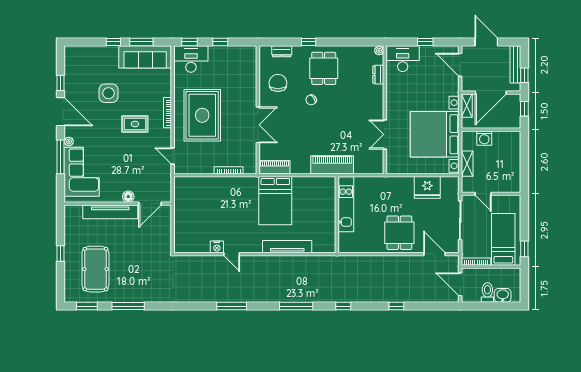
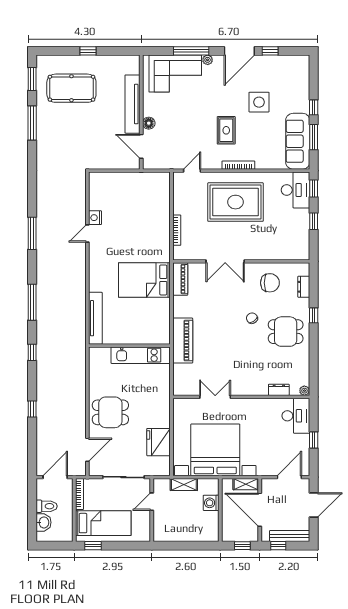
tv unit: (287, 247) -> (95, 318), moved

